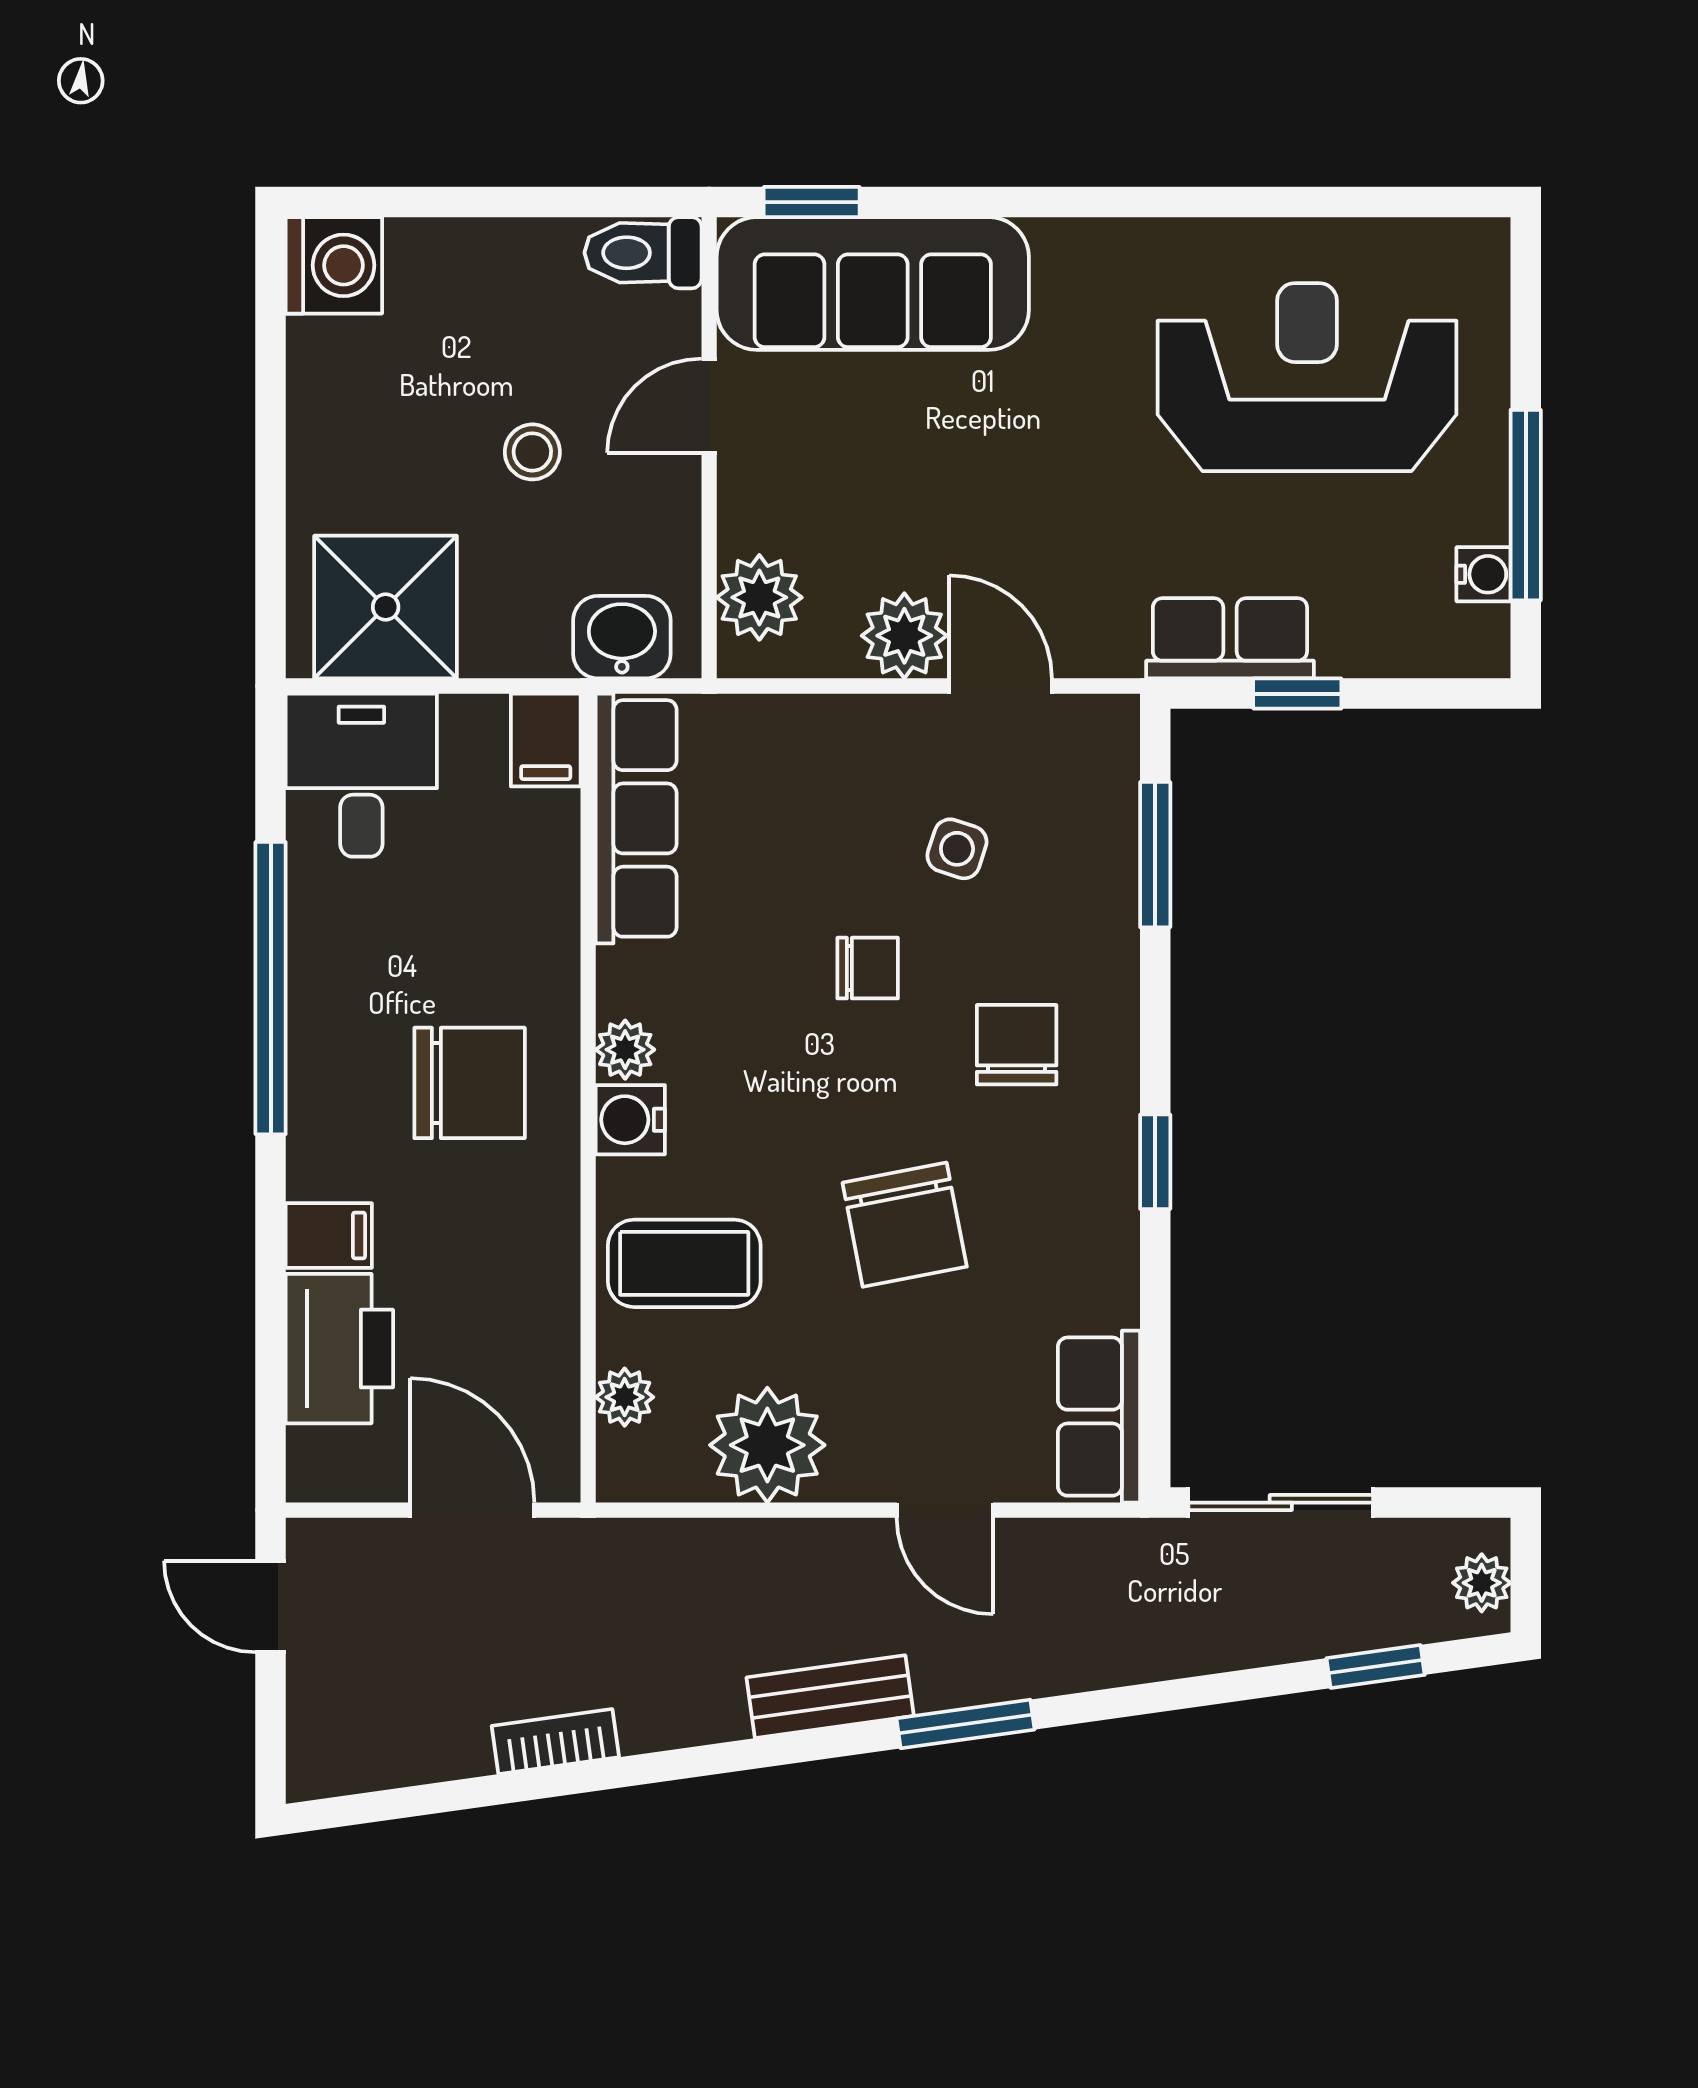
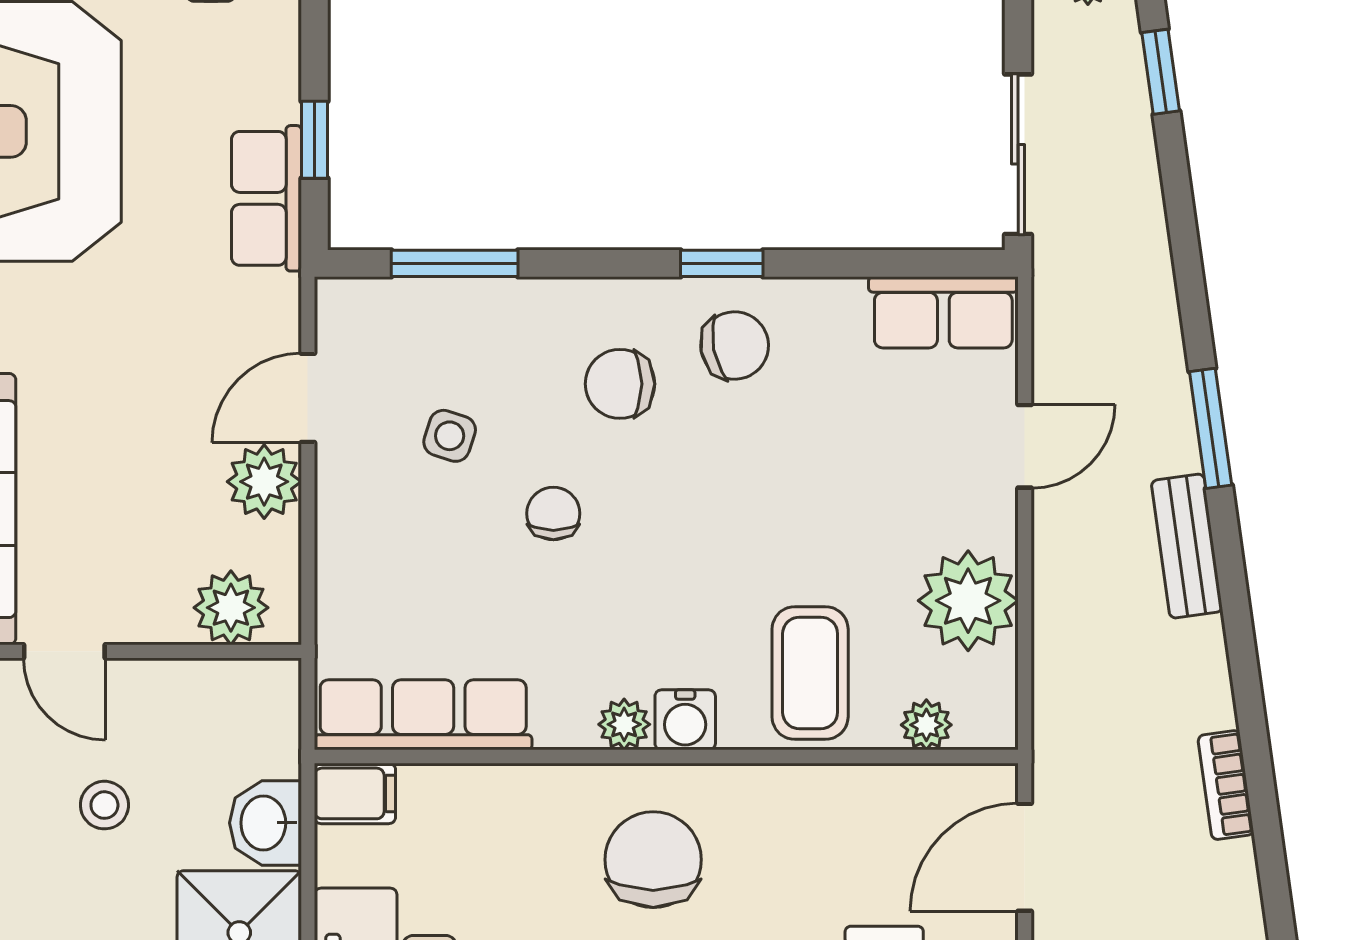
washbasin: (622, 637) -> (265, 823), moved
chair: (905, 1225) -> (735, 345), moved, width x0.73, depth x0.73

